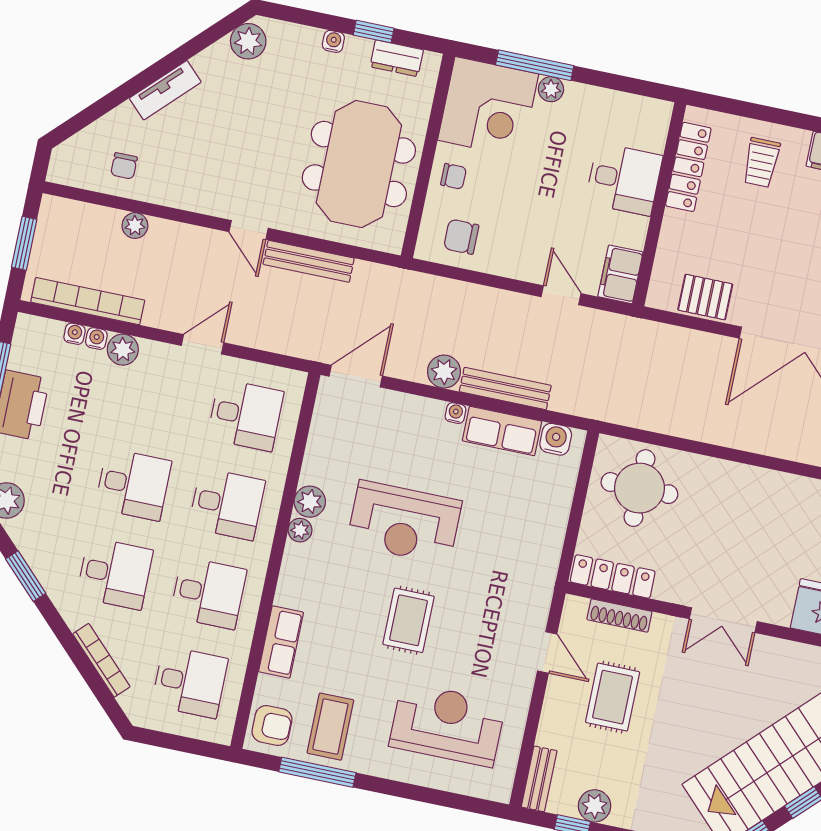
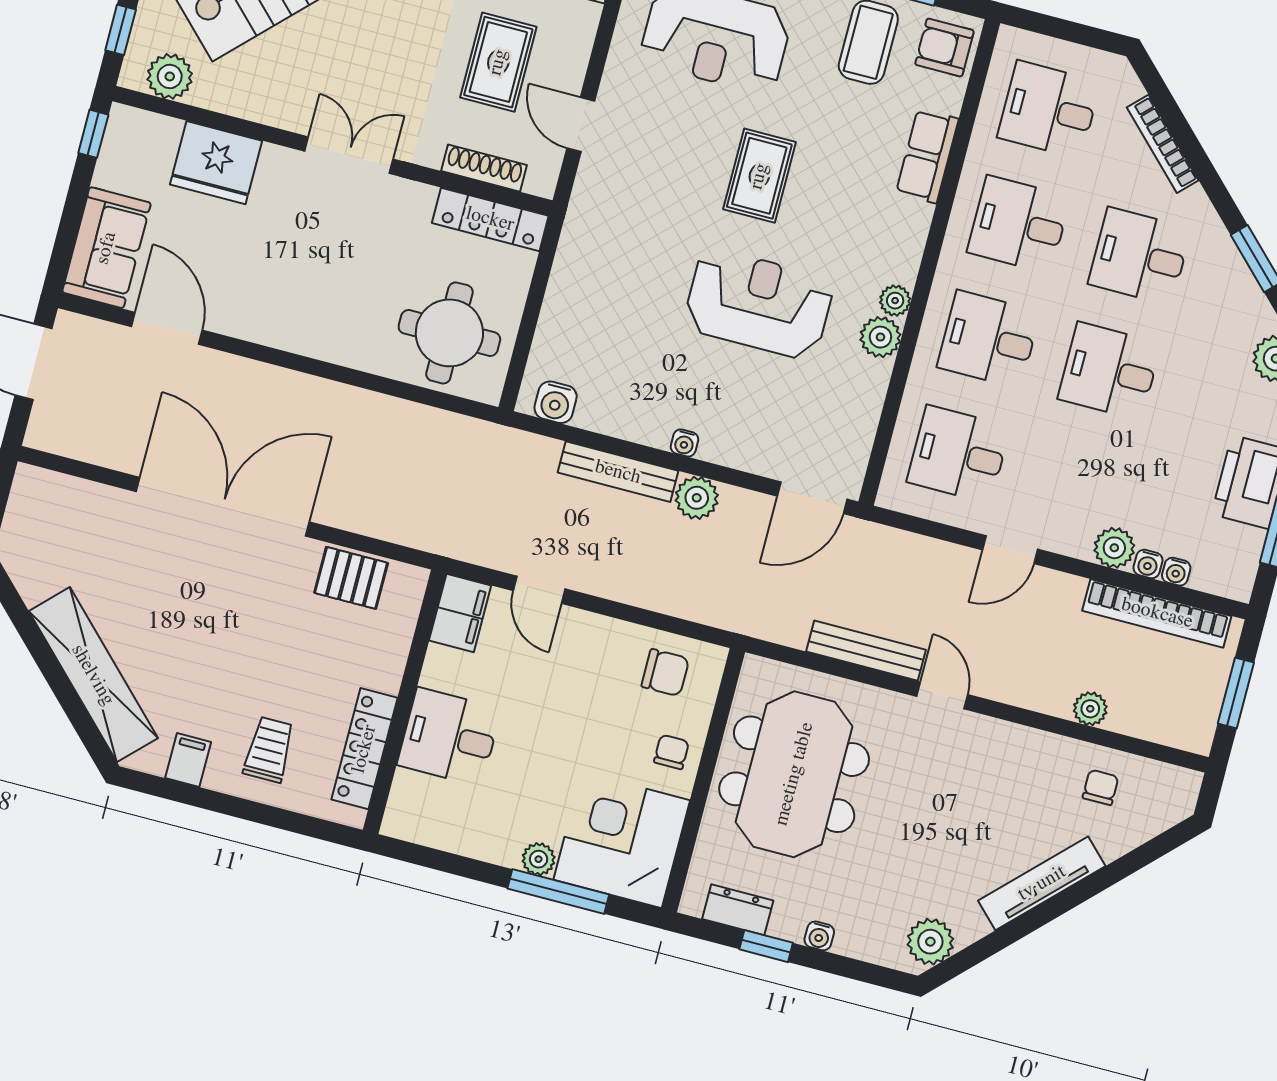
tv unit: (165, 90) -> (1042, 883), width x1.41
chair: (453, 176) -> (671, 752), turned 90
row of seats: (502, 431) -> (625, 416), removed

